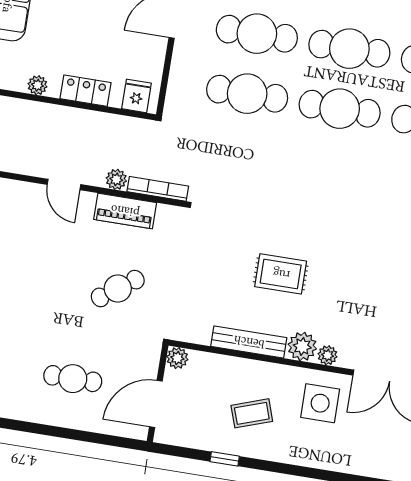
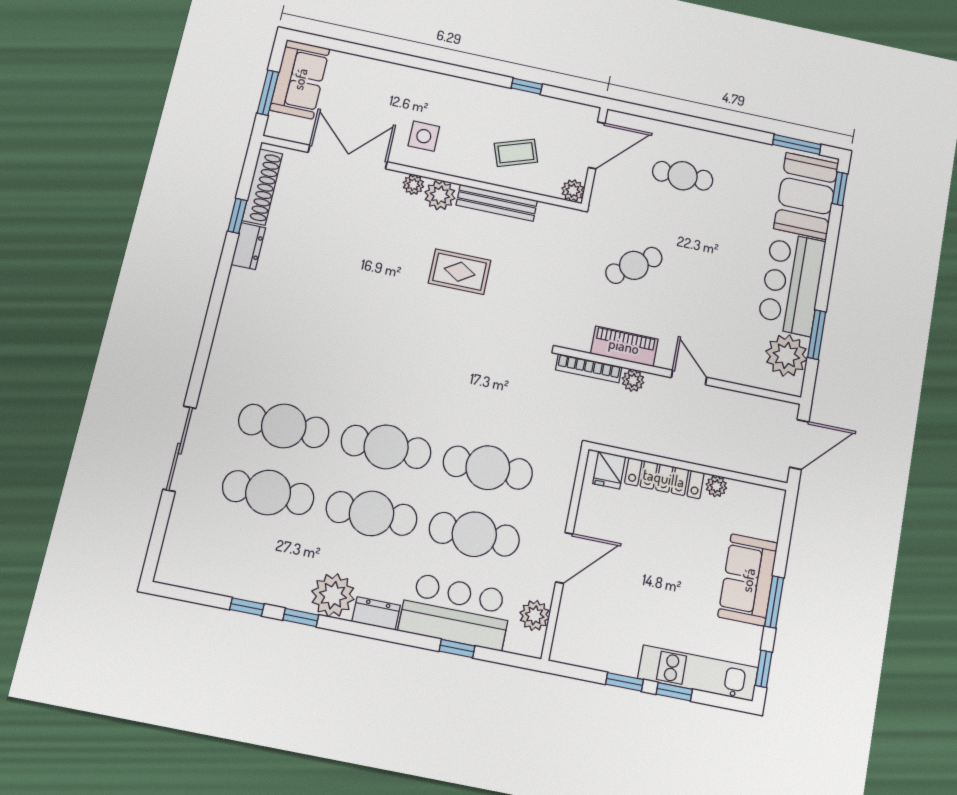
locker: (86, 91) -> (664, 478), width x1.53
side table: (320, 403) -> (424, 136), width x0.73, depth x0.73
coffee table: (252, 413) -> (516, 153), moved

